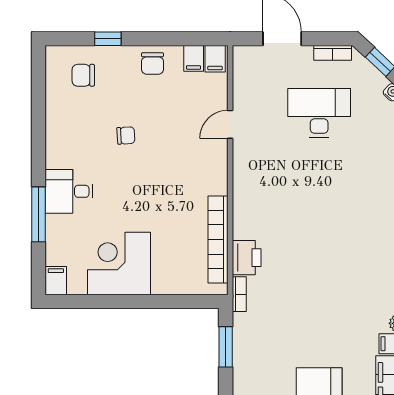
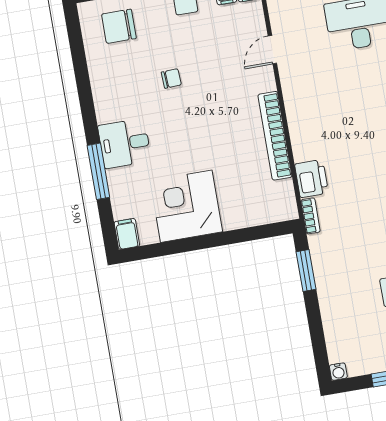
chair: (83, 75) -> (119, 26), width x1.37, depth x1.37
bookcase: (218, 240) -> (275, 136), moved

